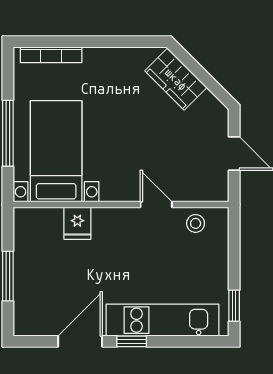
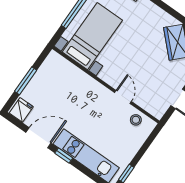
fridge: (77, 223) -> (21, 110), moved, turned 180

